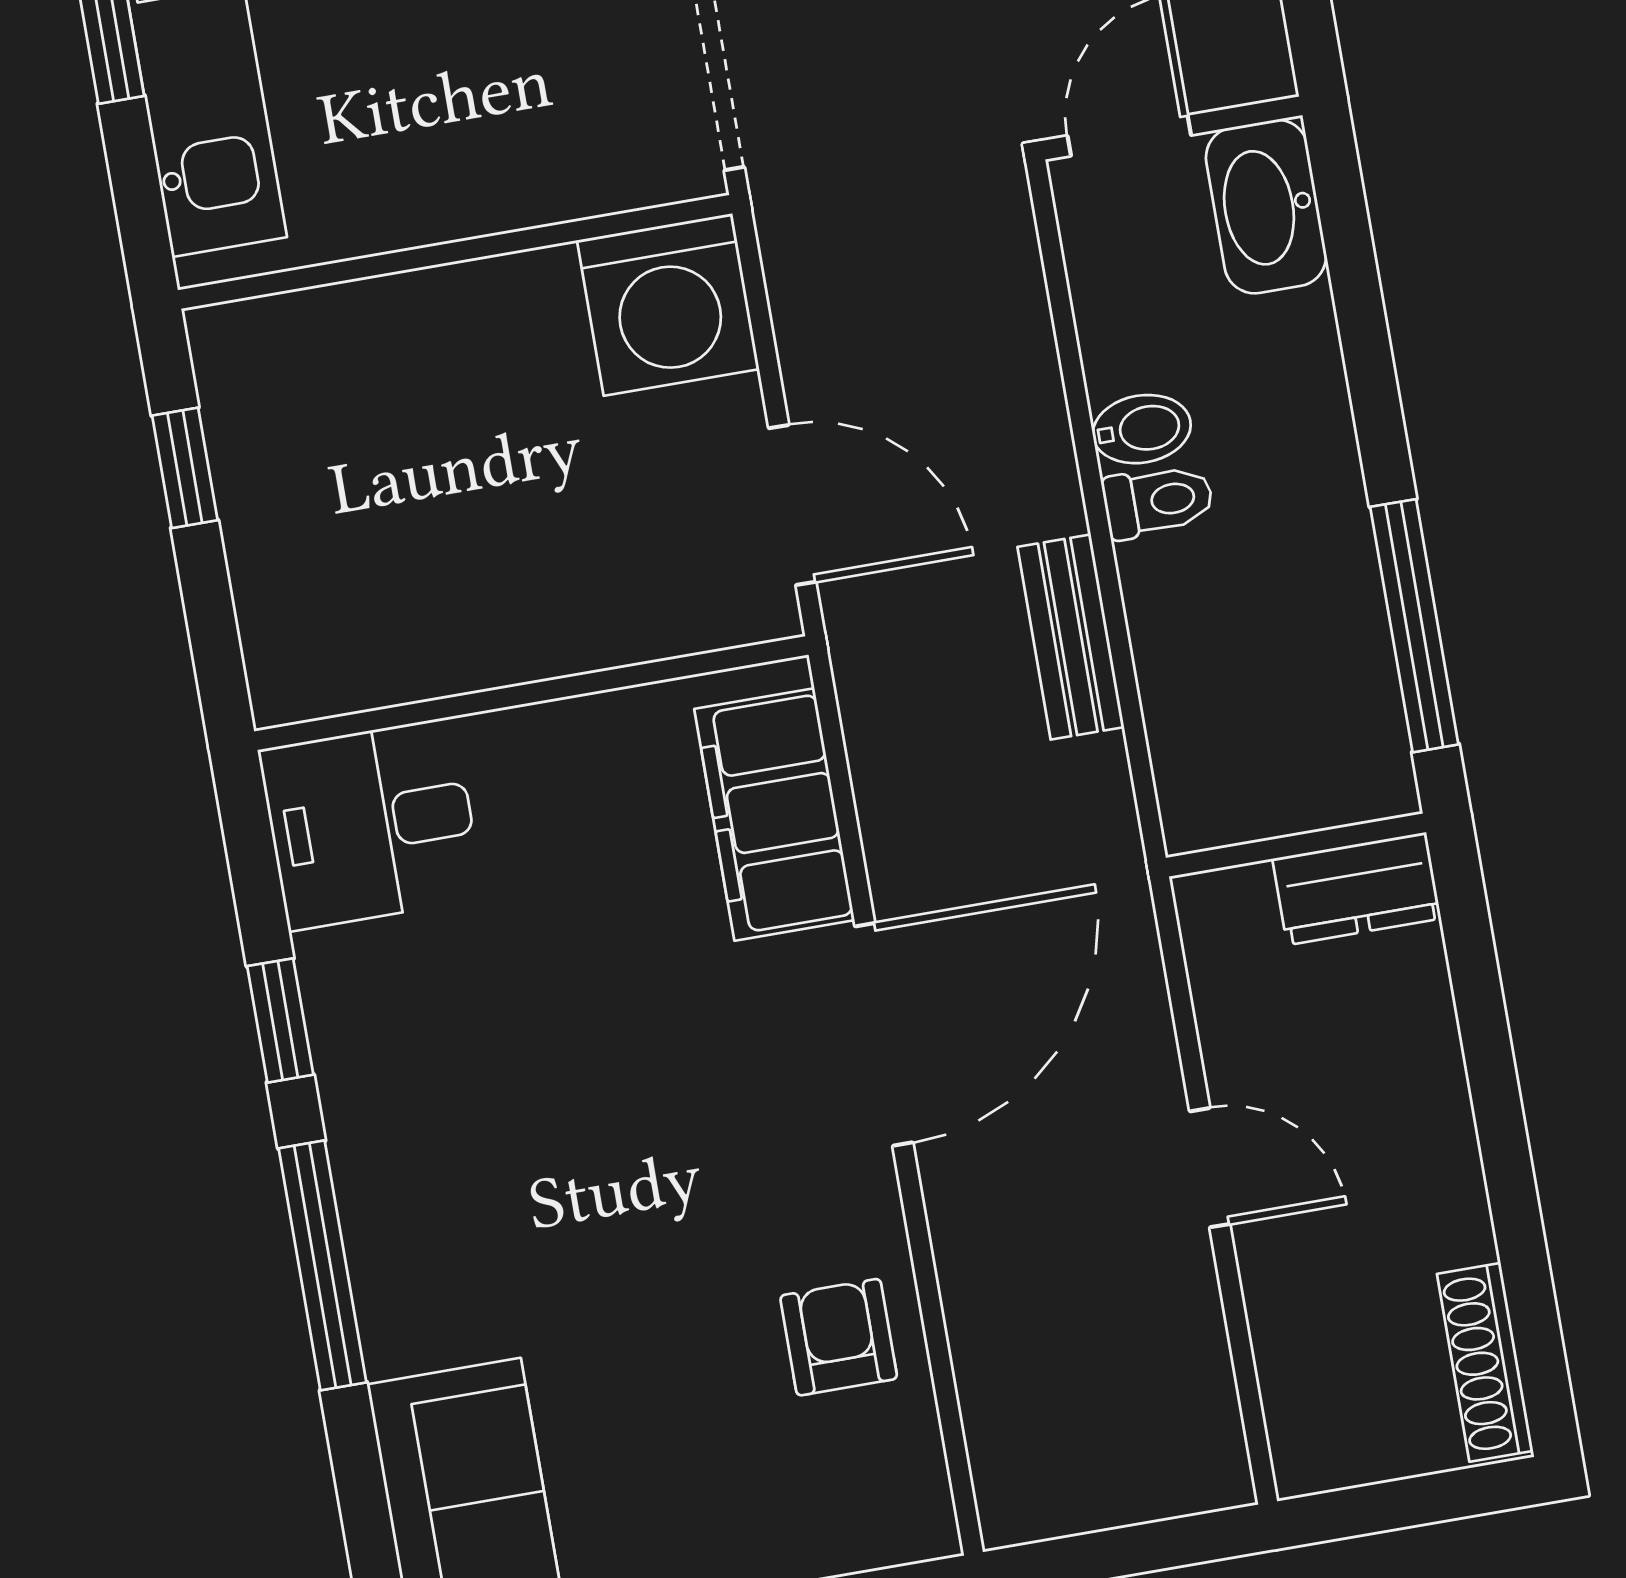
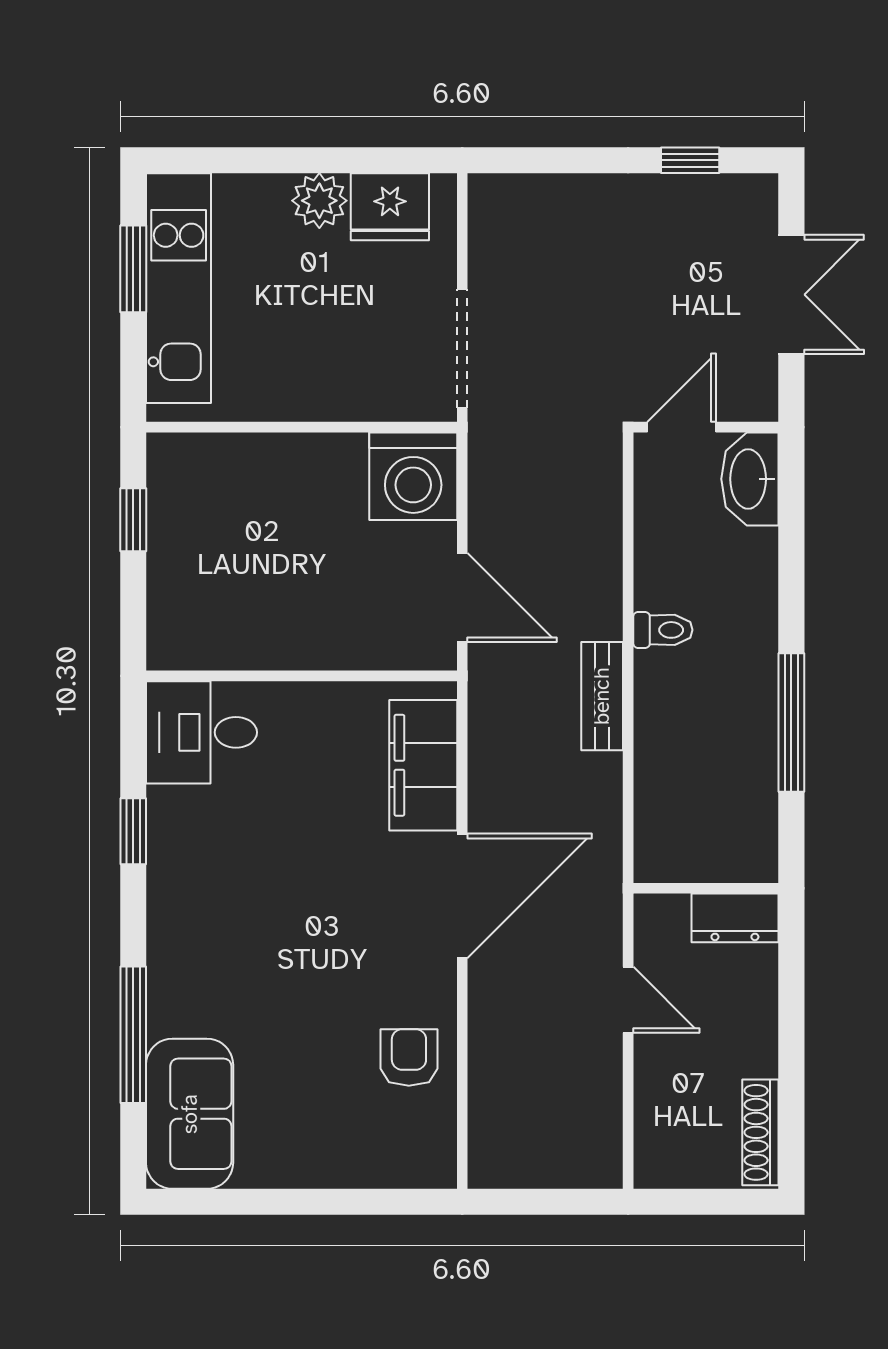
bidet: (1142, 429) -> (661, 589), removed
wall: (1296, 845) -> (706, 888), moved
dresser: (1357, 889) -> (735, 918), moved
window: (323, 1265) -> (133, 1035), moved

